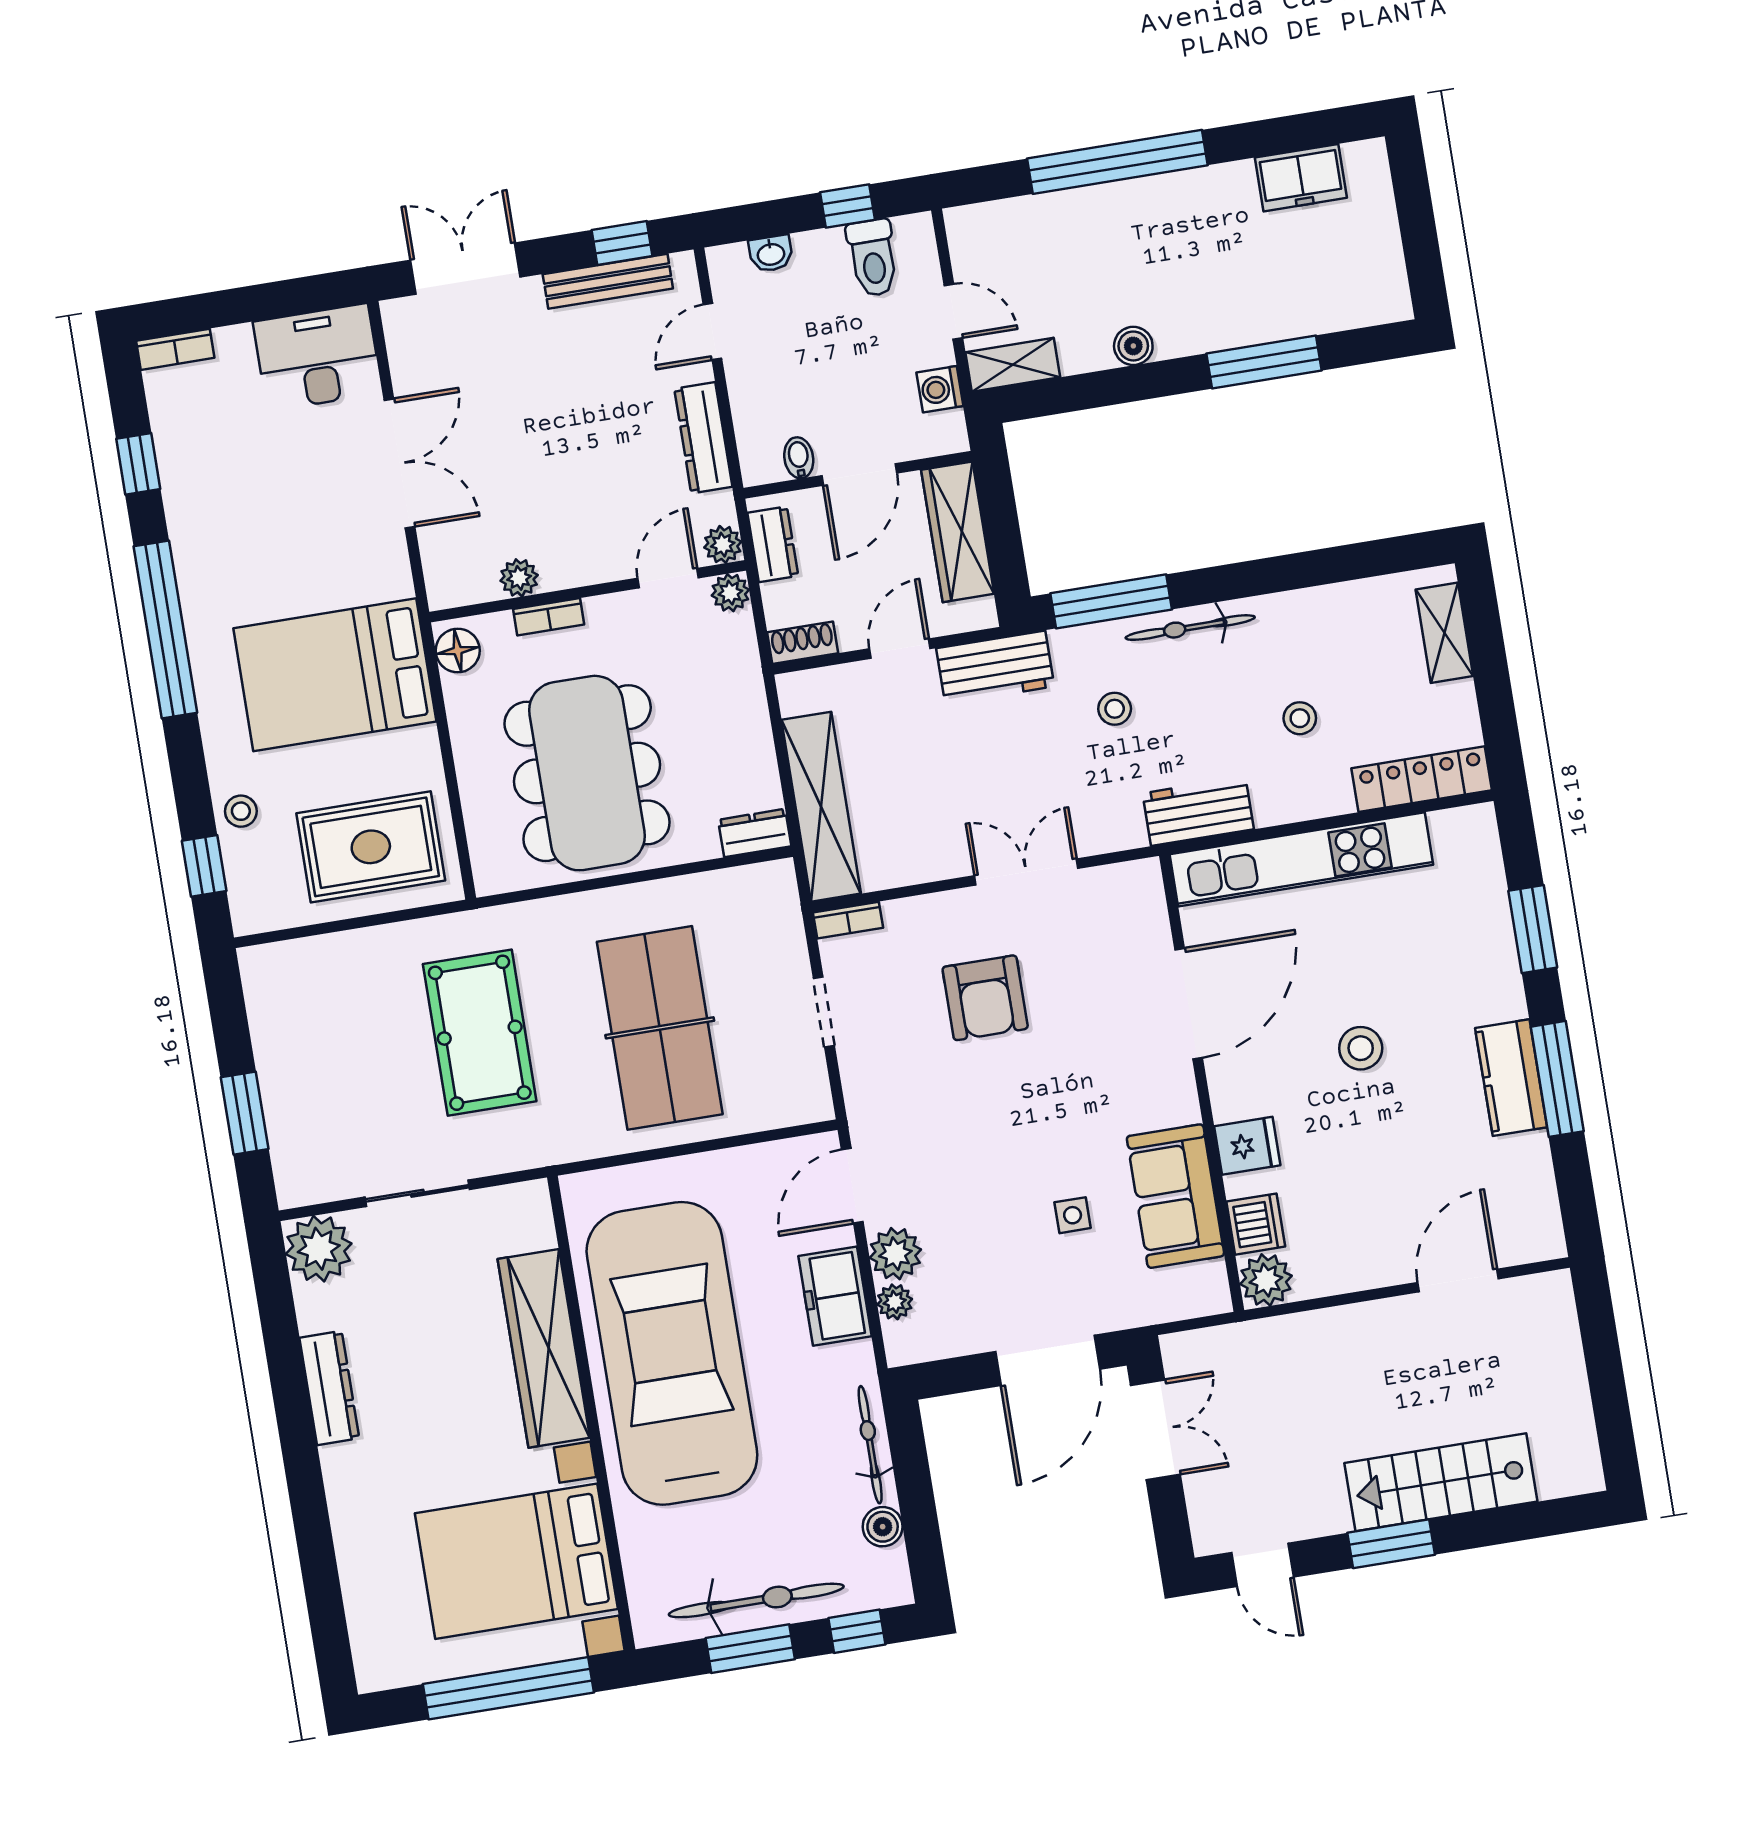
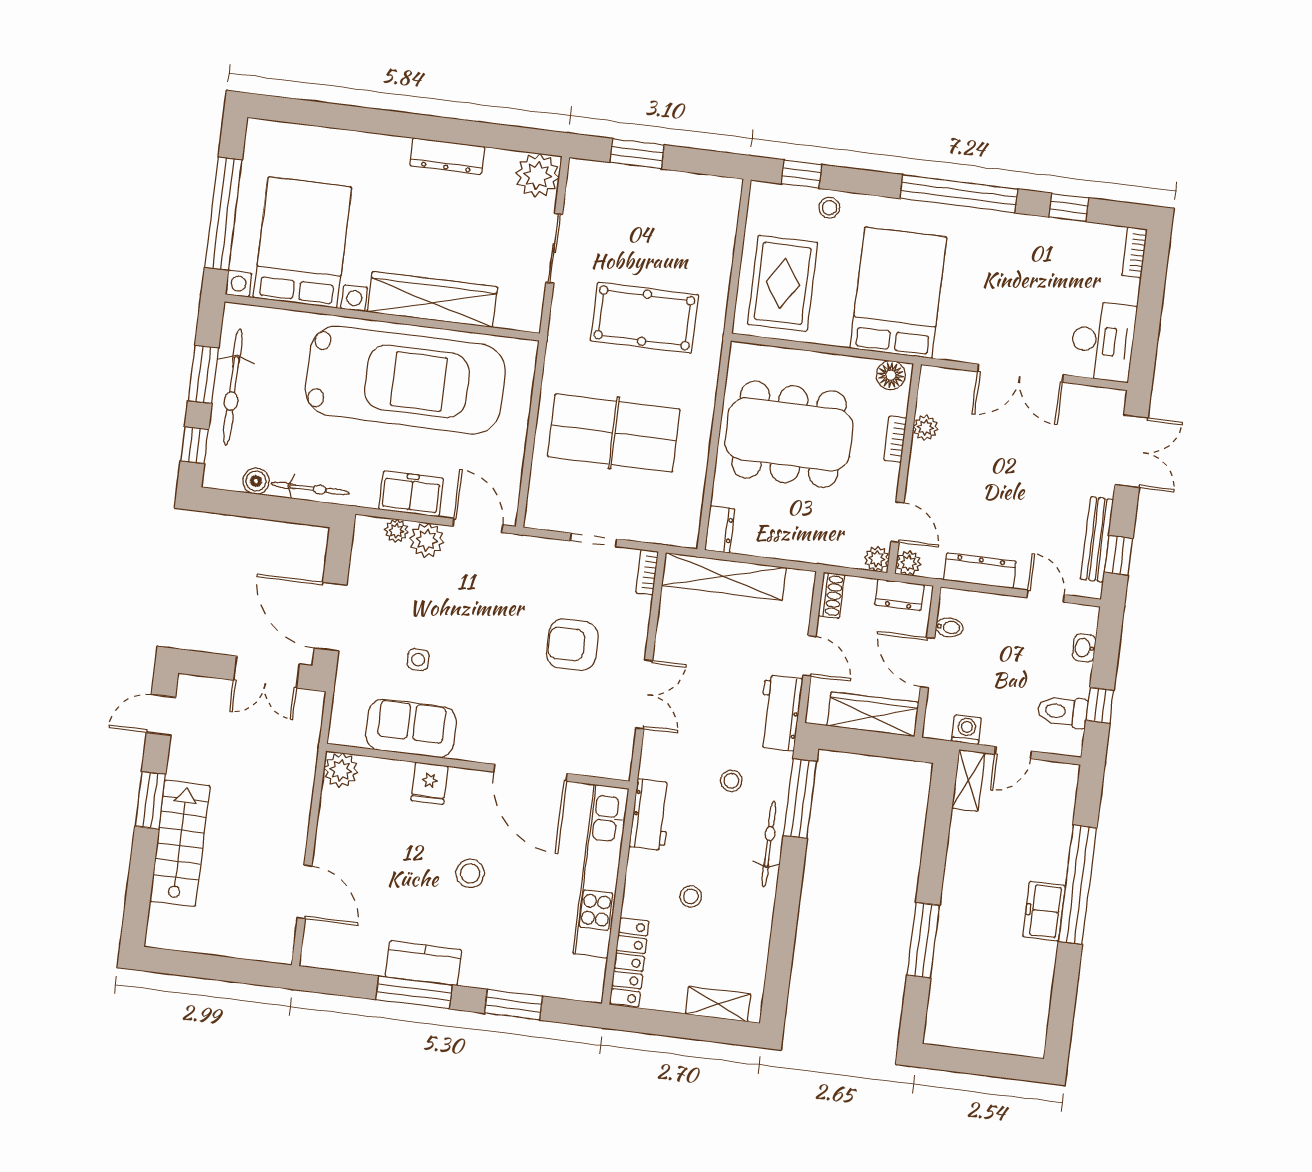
freezer: (1301, 178) -> (1044, 911), moved
boiler: (1133, 346) -> (958, 860), removed
dishwasher: (1256, 1224) -> (378, 774), removed

